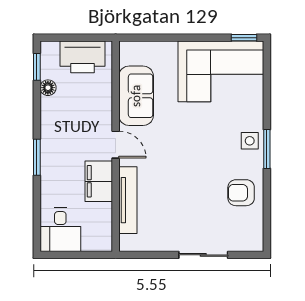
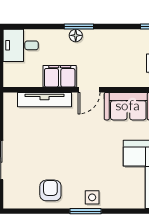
floor lamp: (48, 88) -> (76, 35), moved

